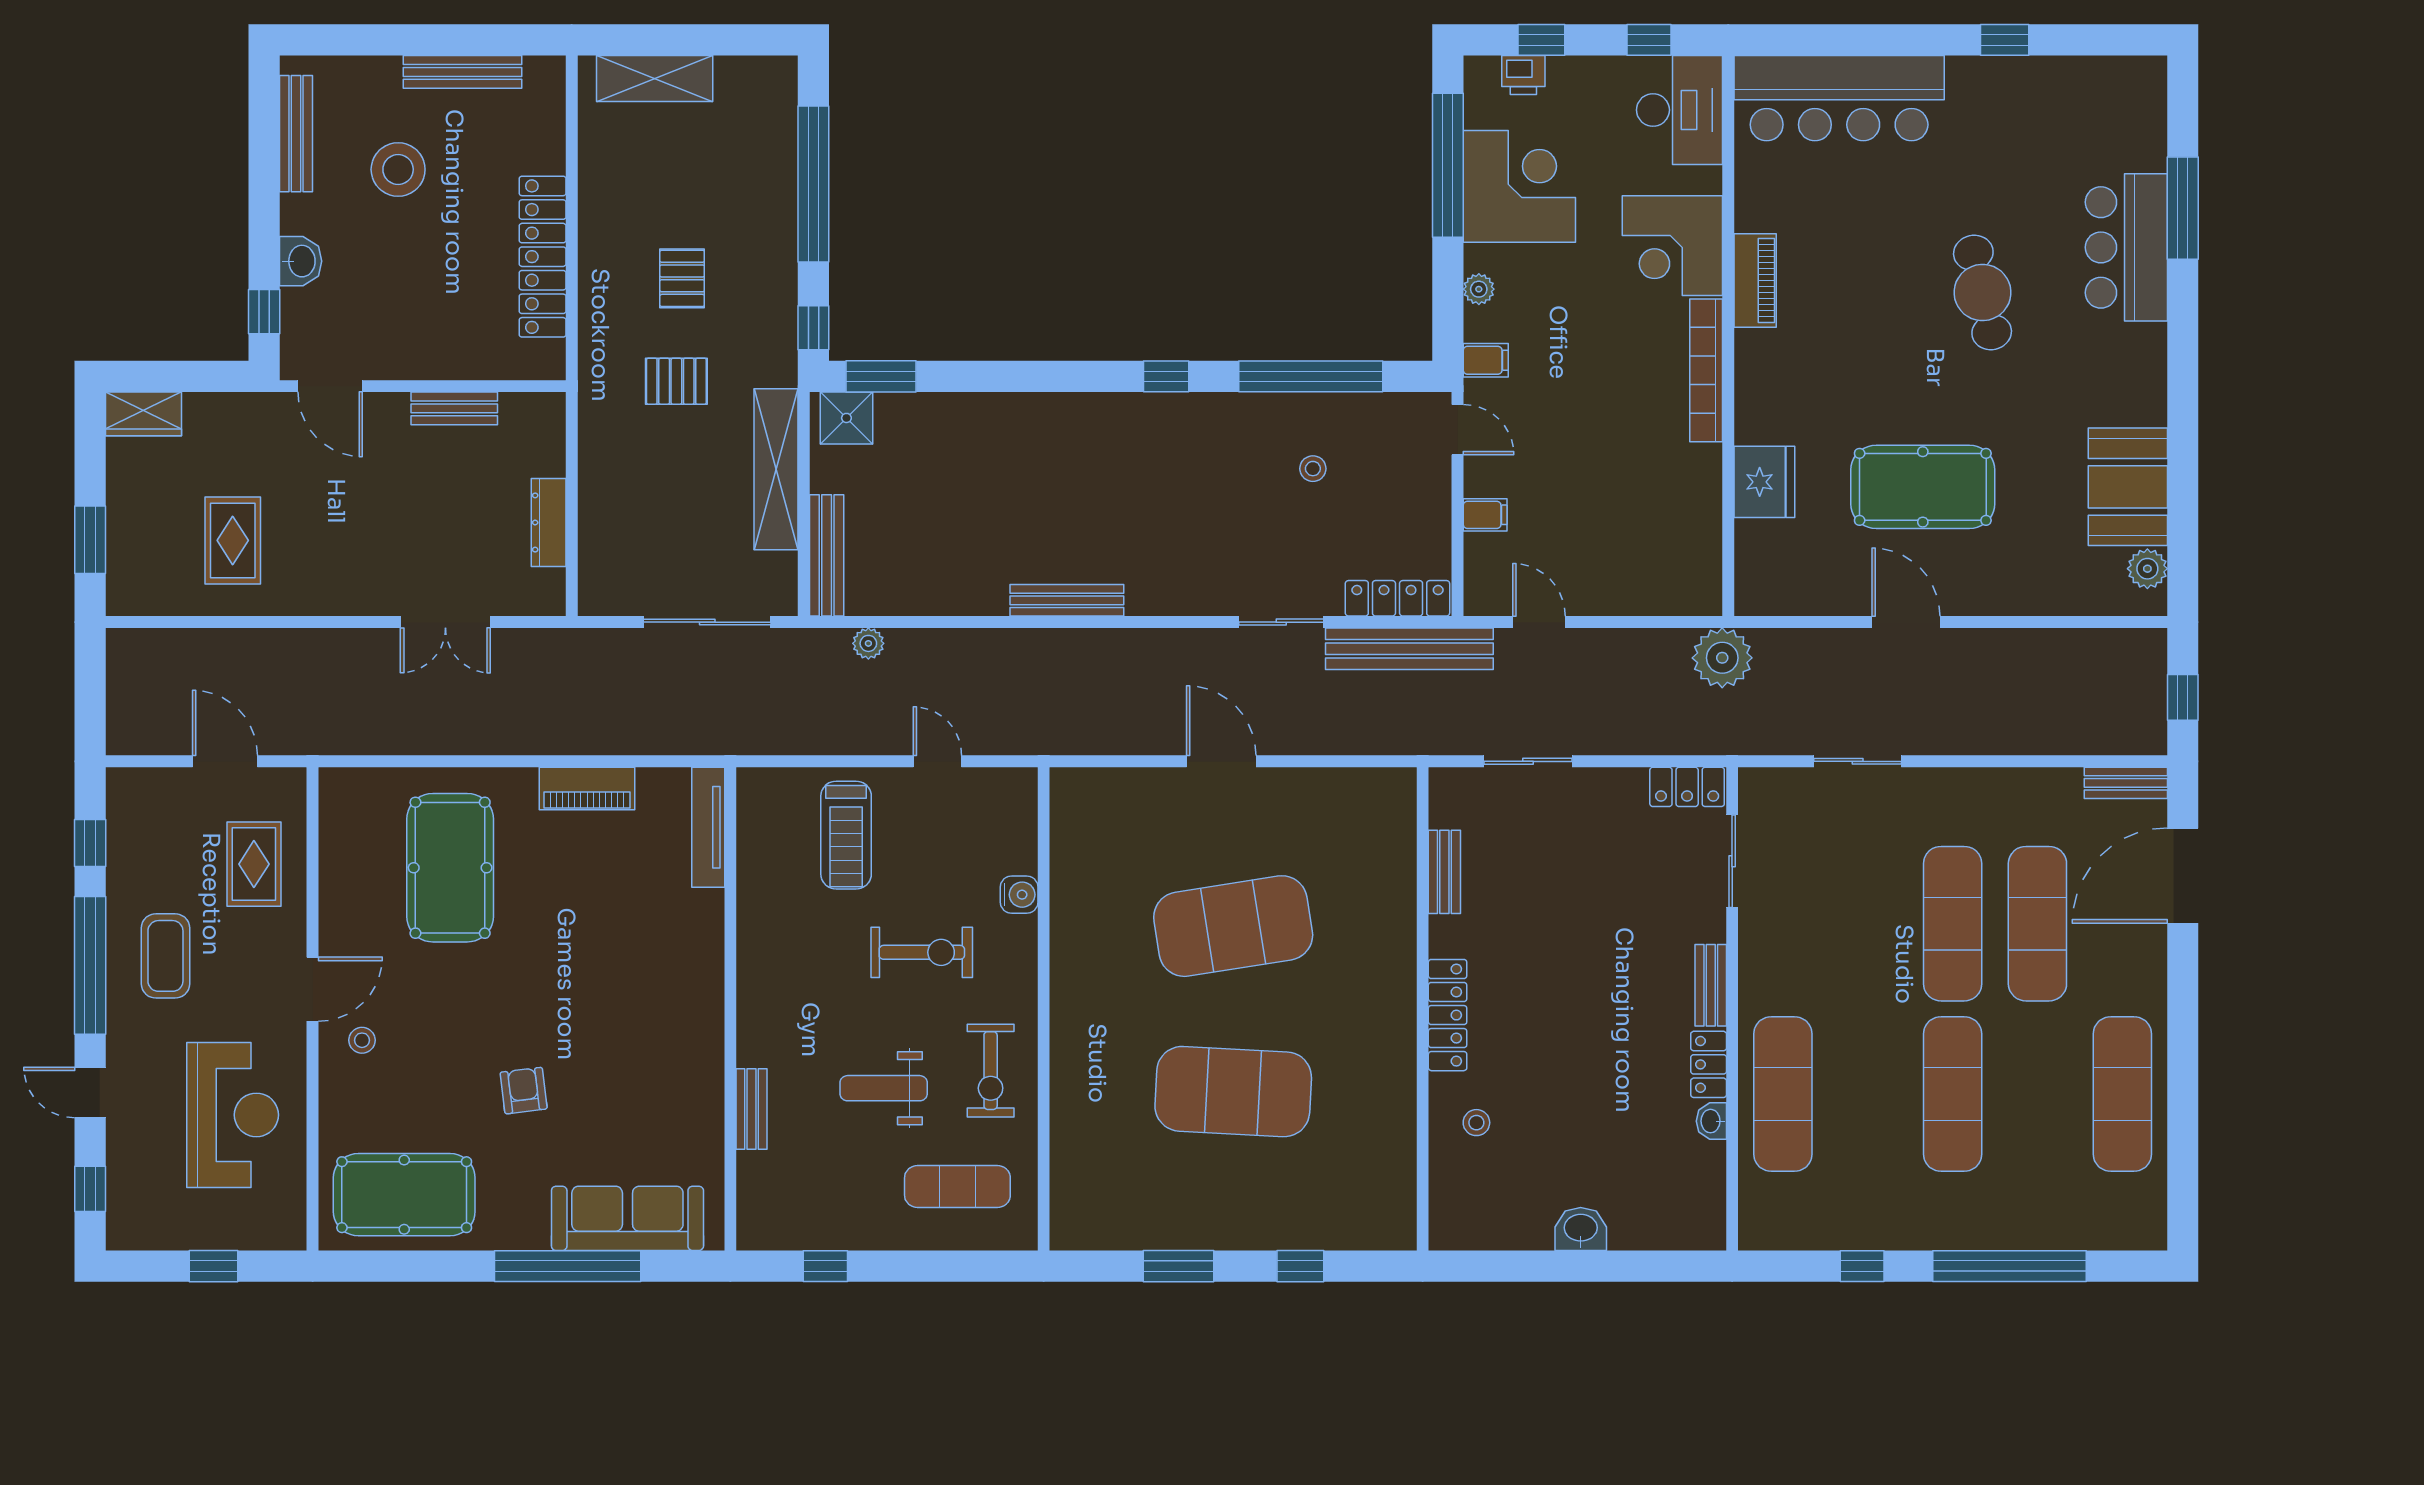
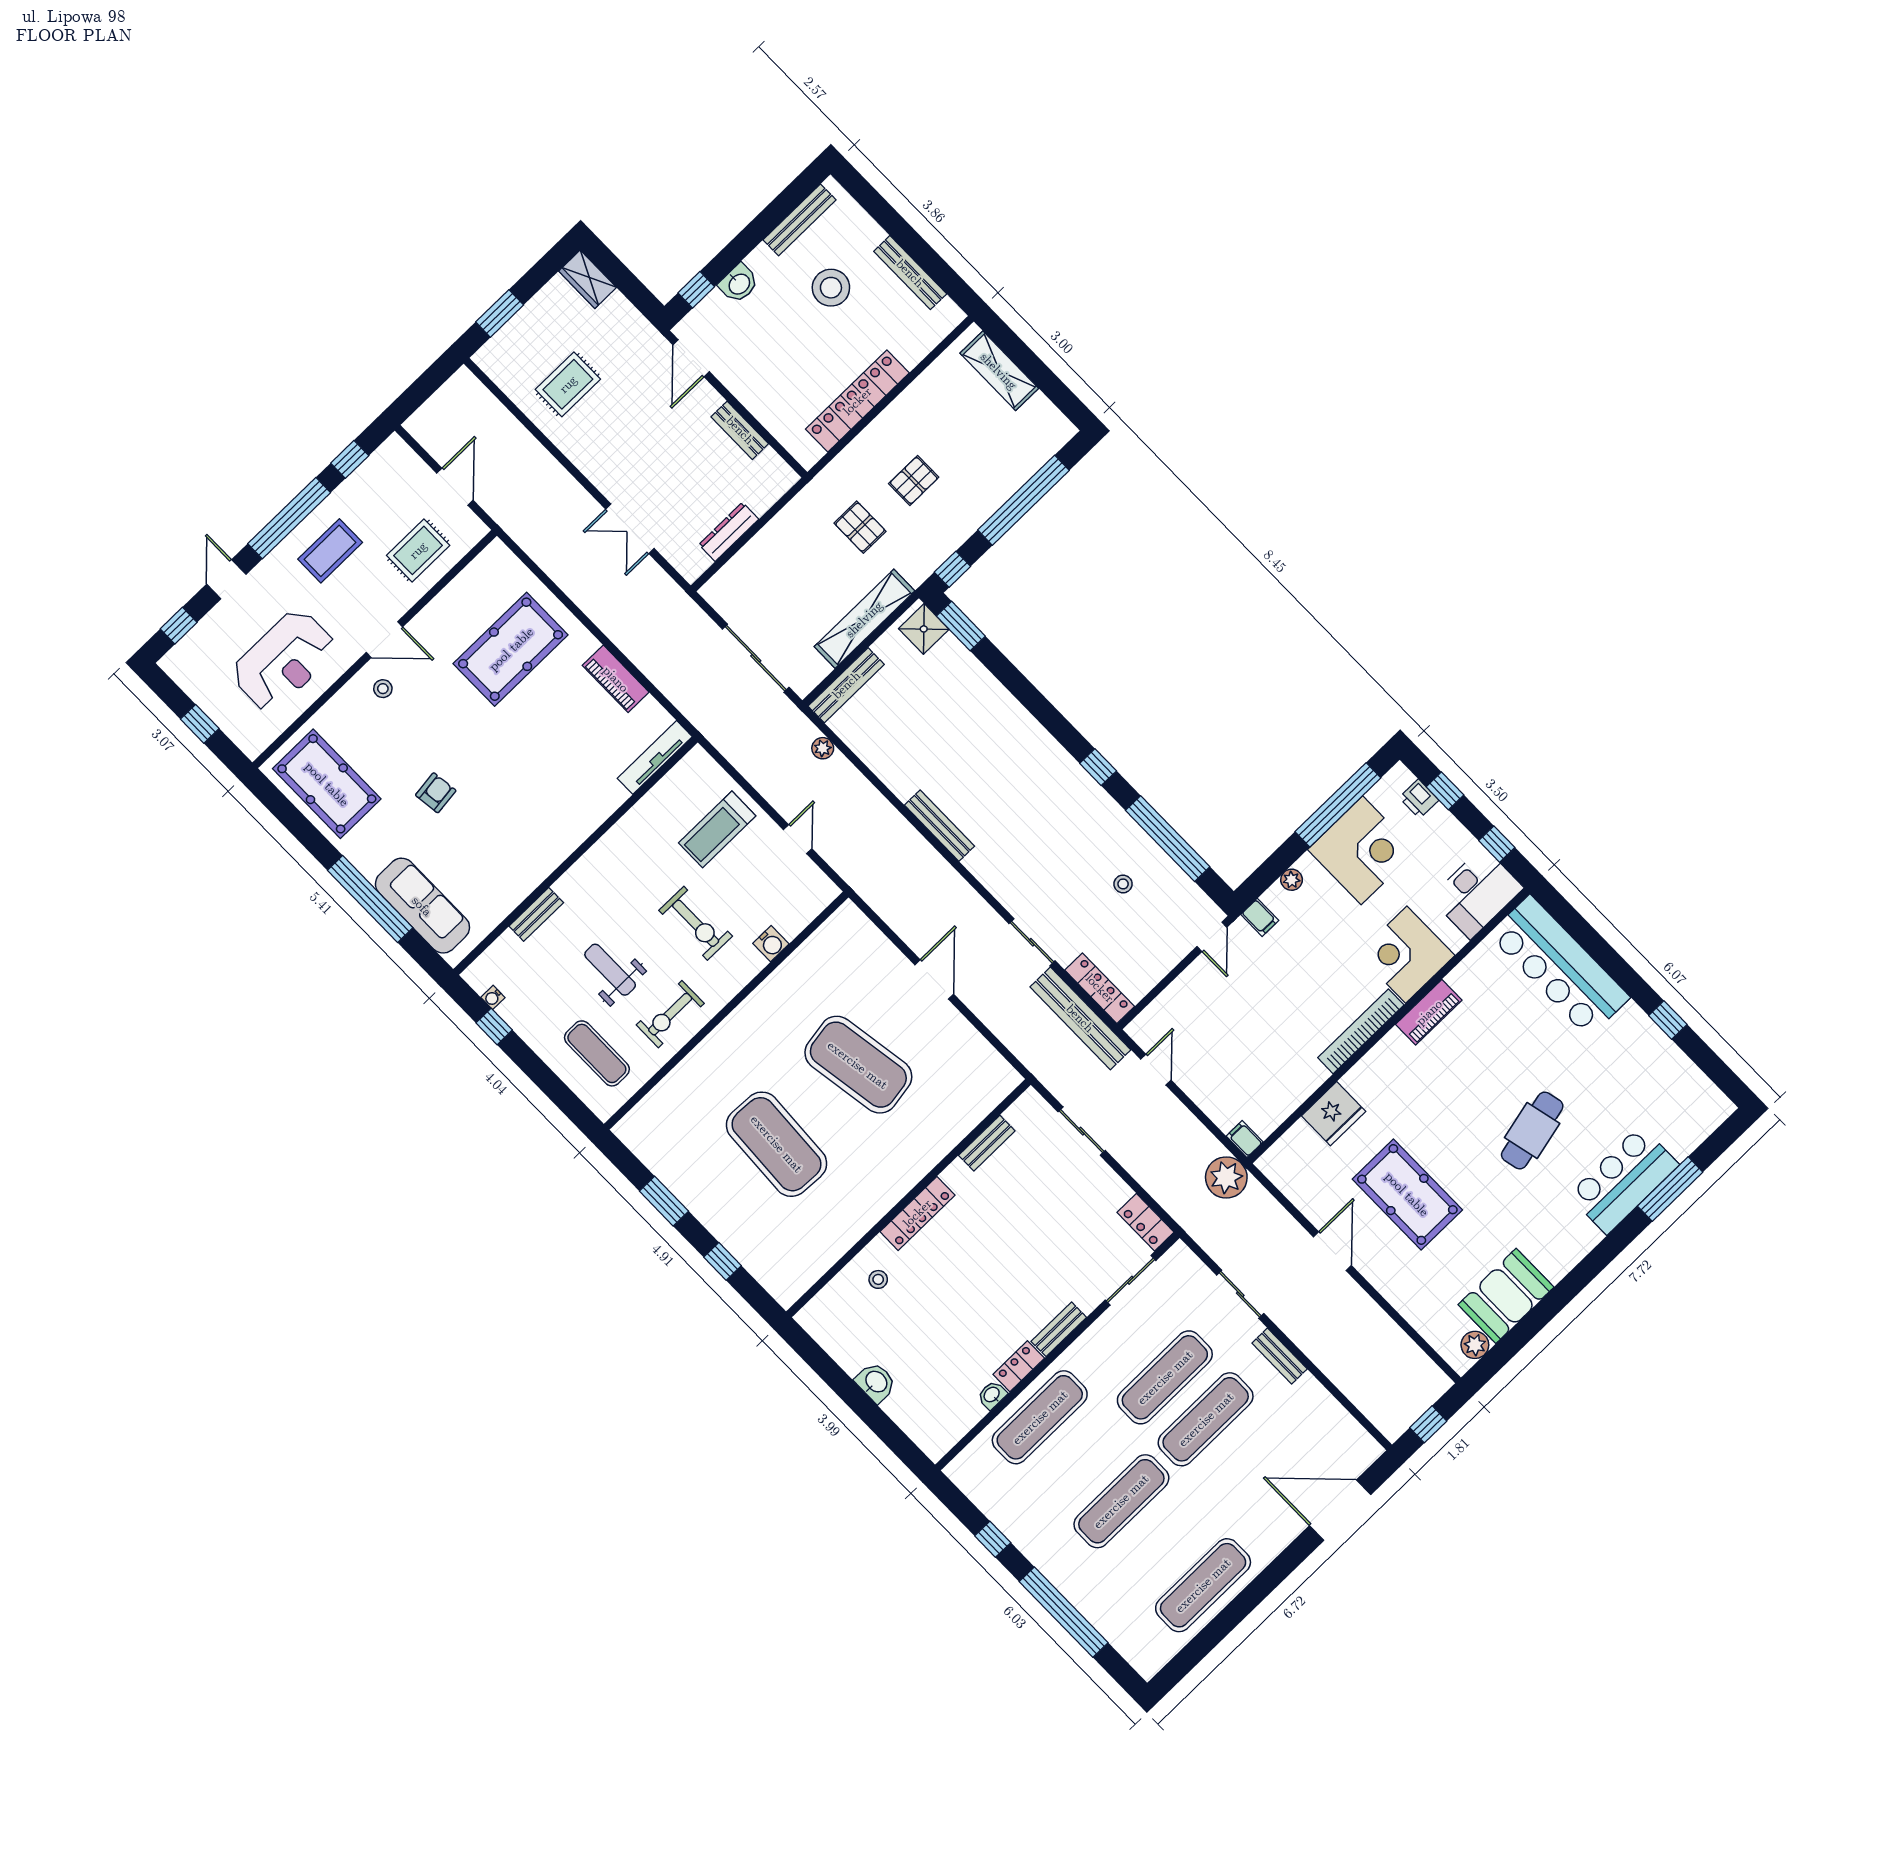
filing cabinet: (1485, 515) -> (1245, 1139), moved, turned 180
bench: (2126, 783) -> (1280, 1356), moved
exercise mat: (2037, 924) -> (1165, 1377), moved
water cooler: (794, 1238) -> (493, 997), added

